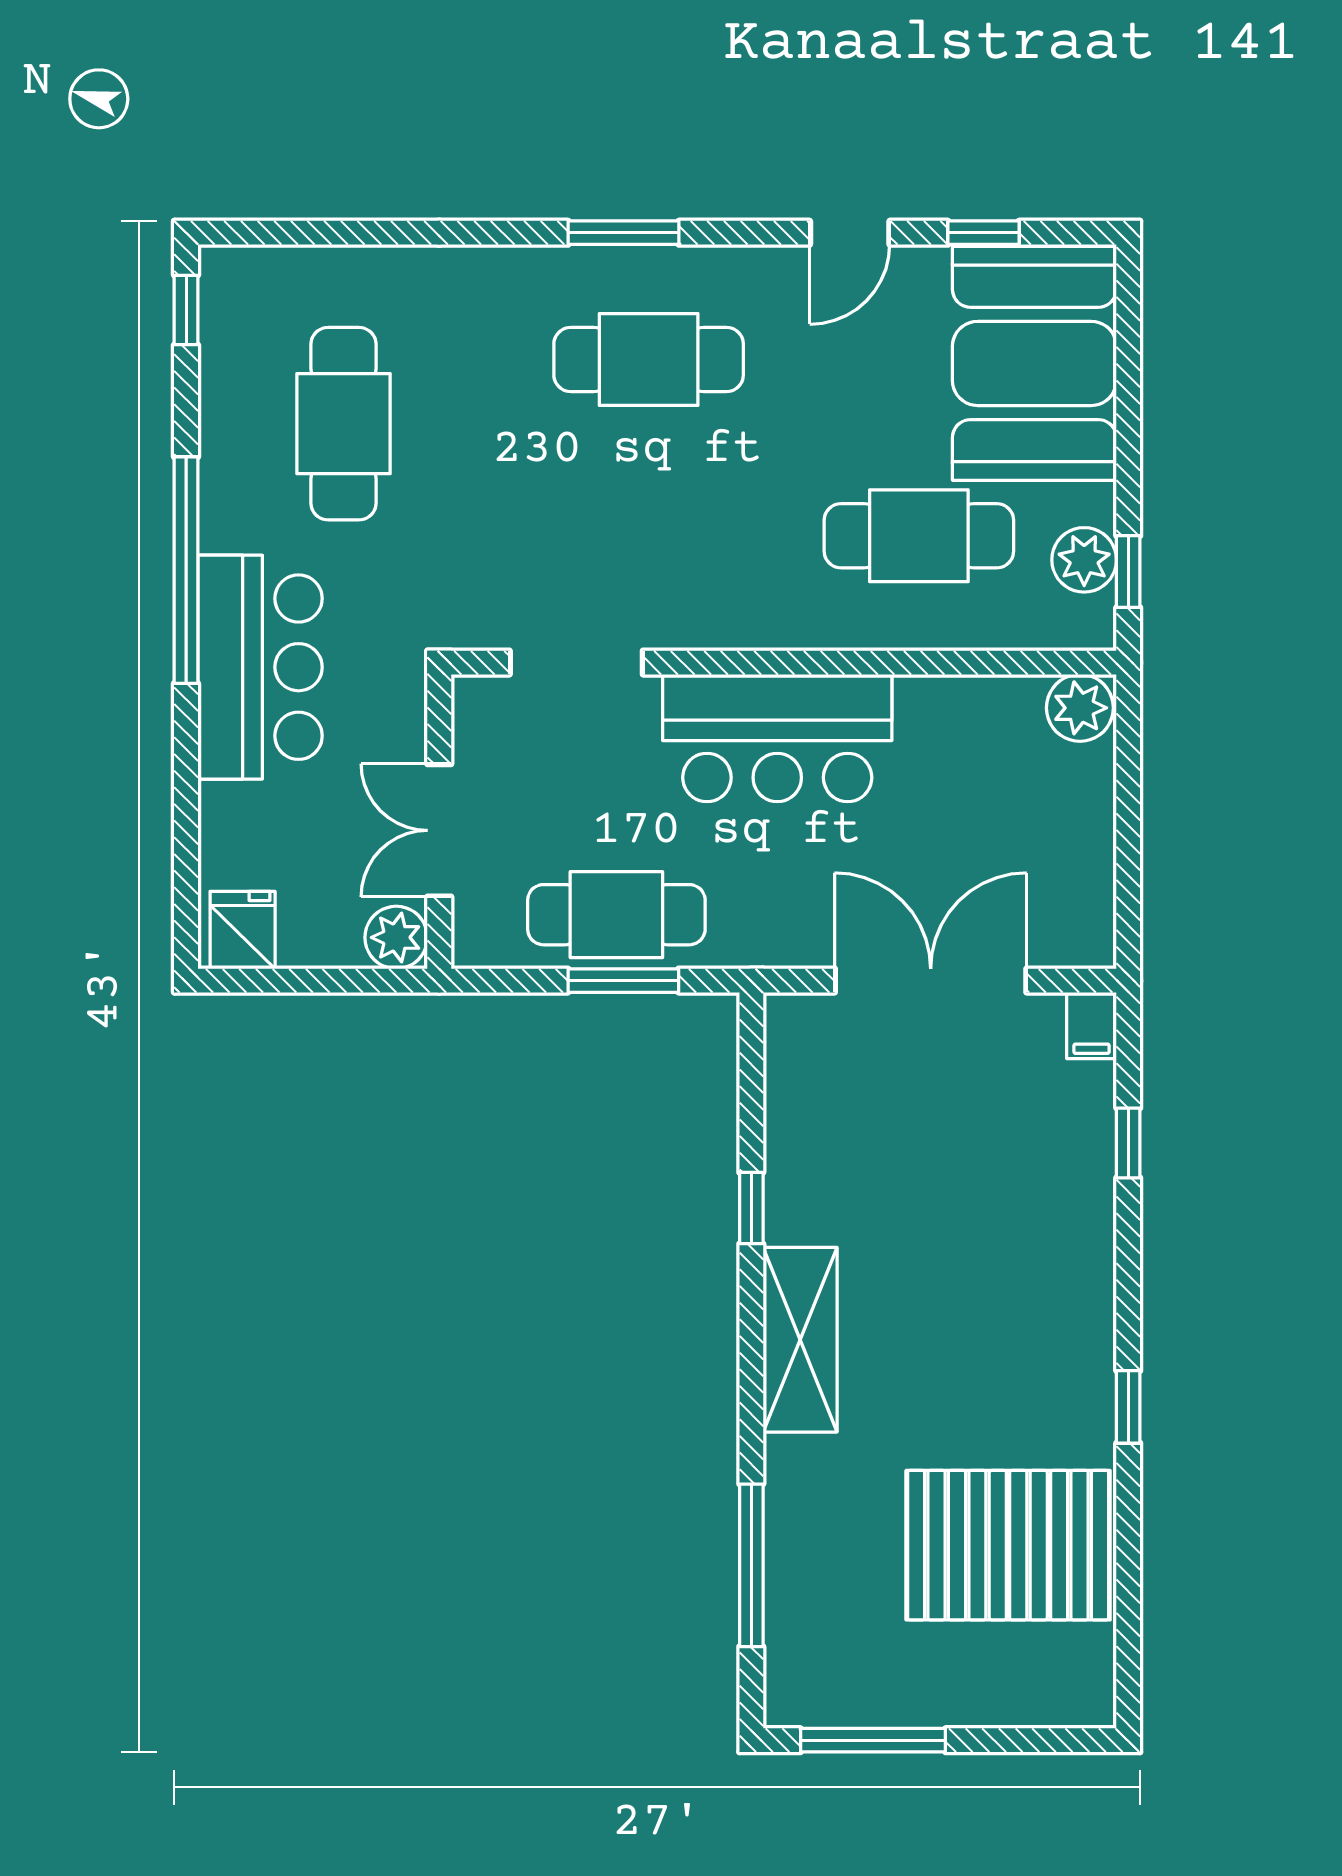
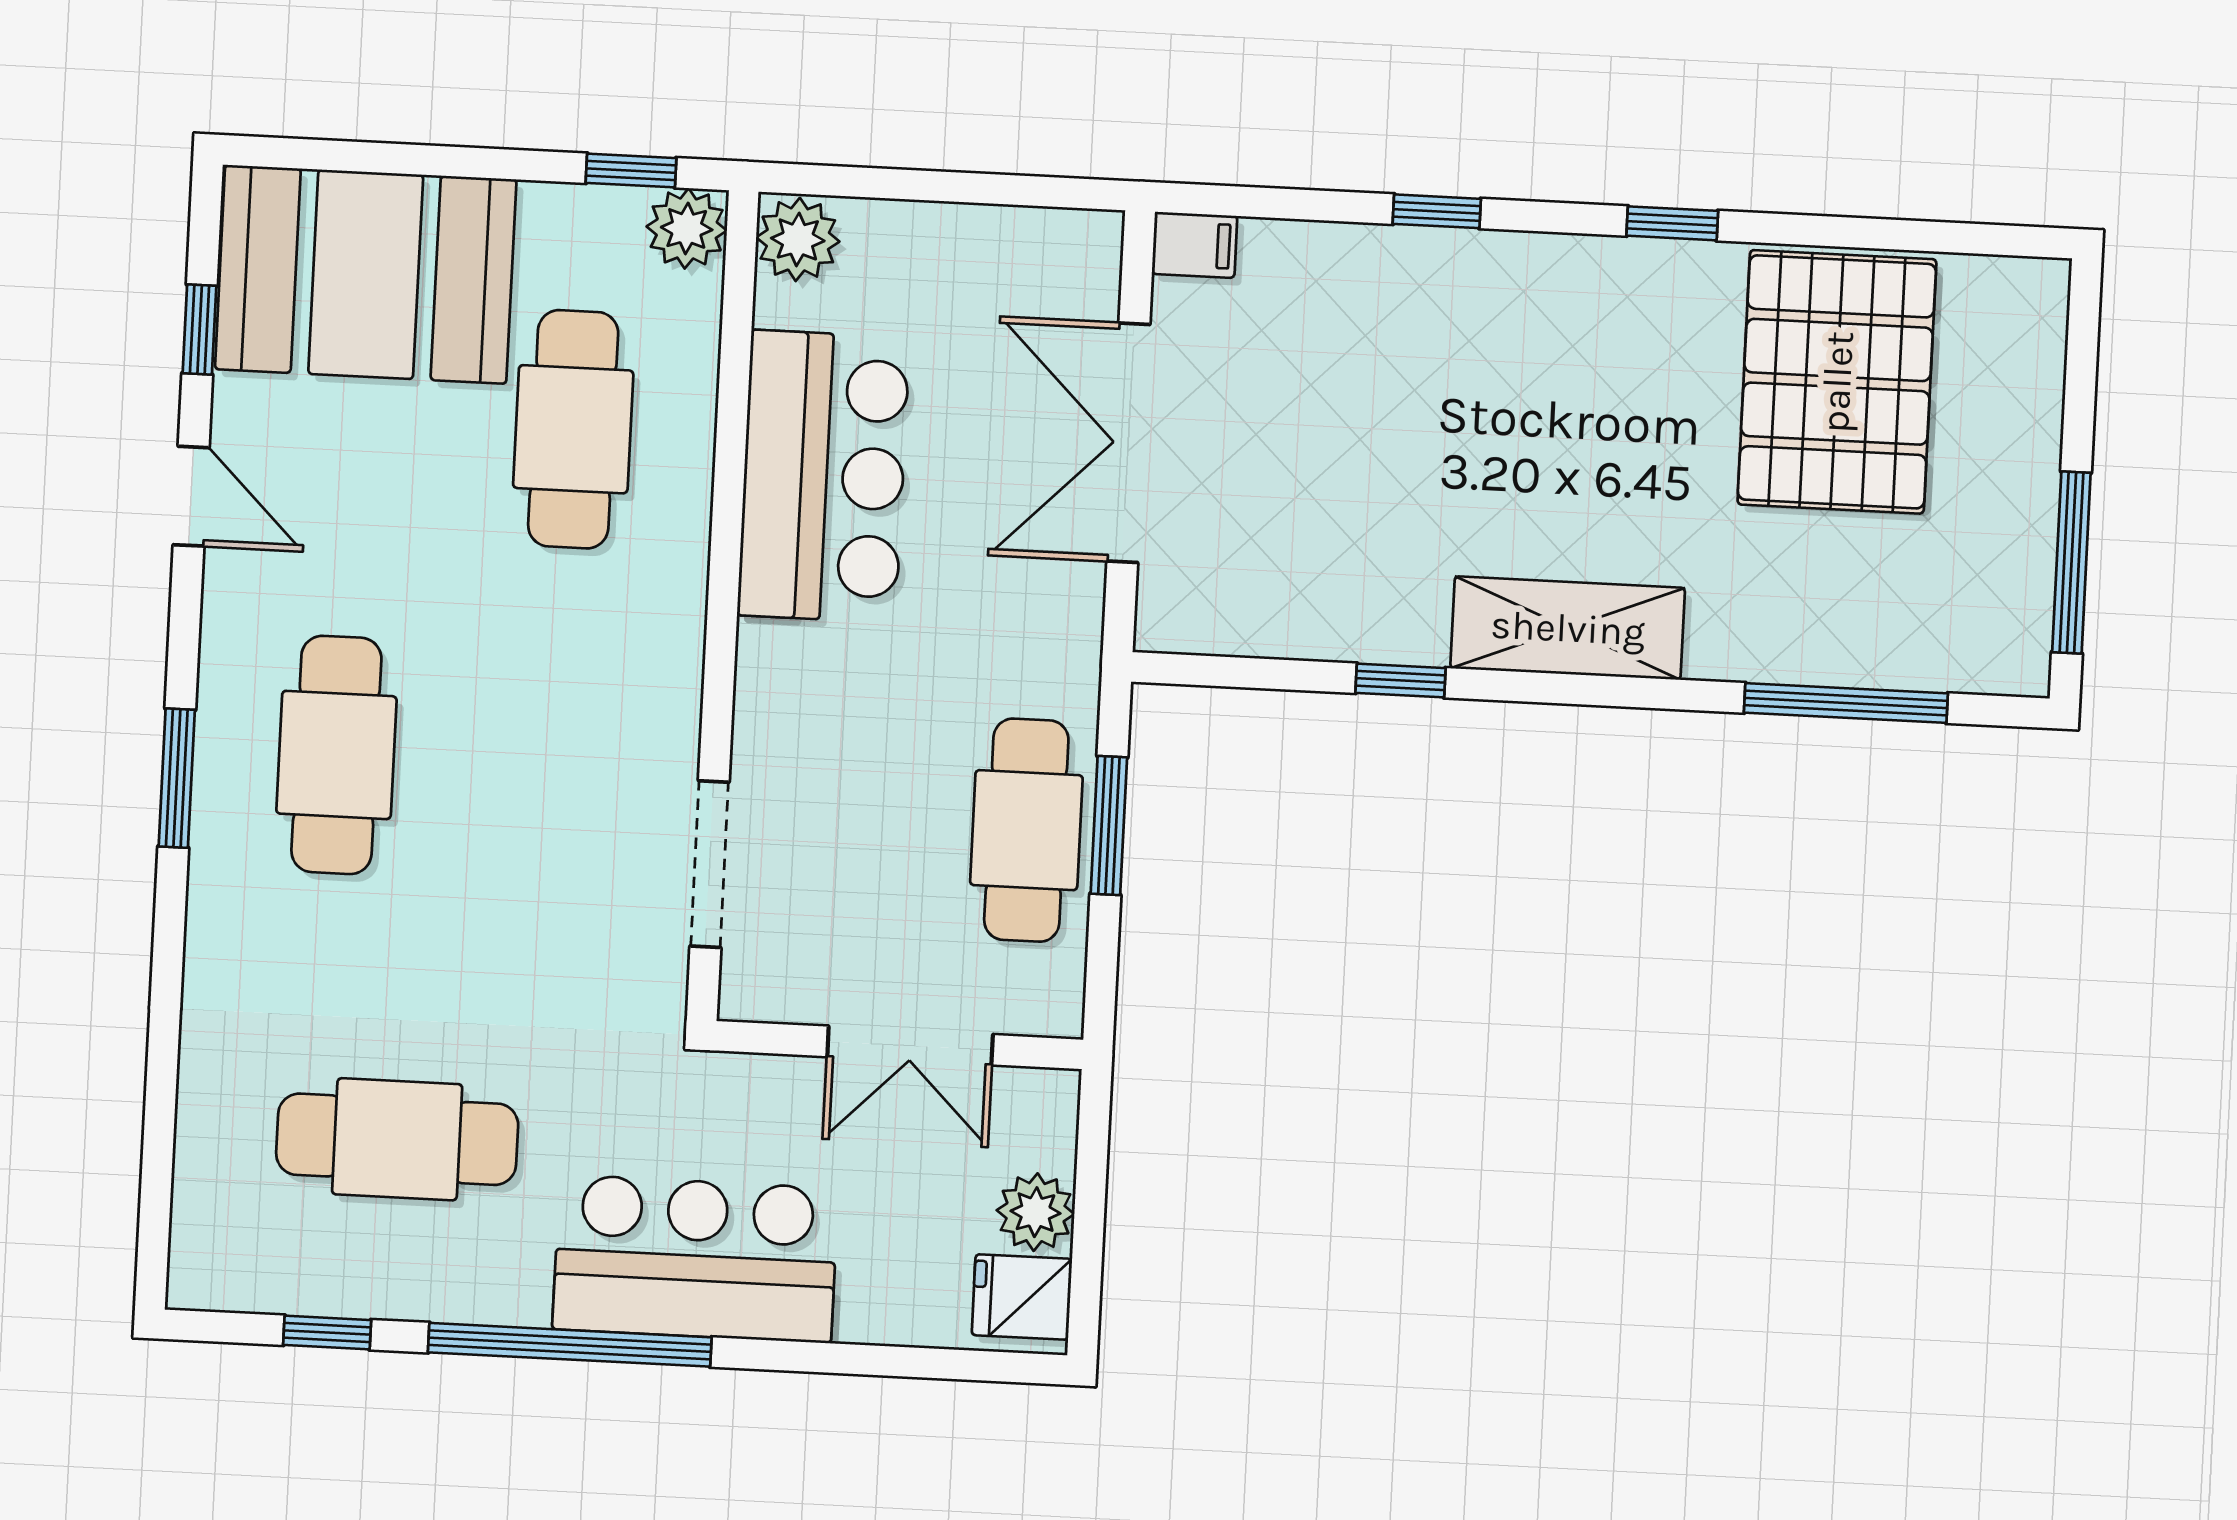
window: (186, 310) -> (327, 1333), moved
plant: (1084, 560) -> (687, 228), moved
bar counter: (777, 738) -> (824, 476), moved
plant: (396, 937) -> (1036, 1212), moved
window: (1128, 1143) -> (1437, 211), moved

